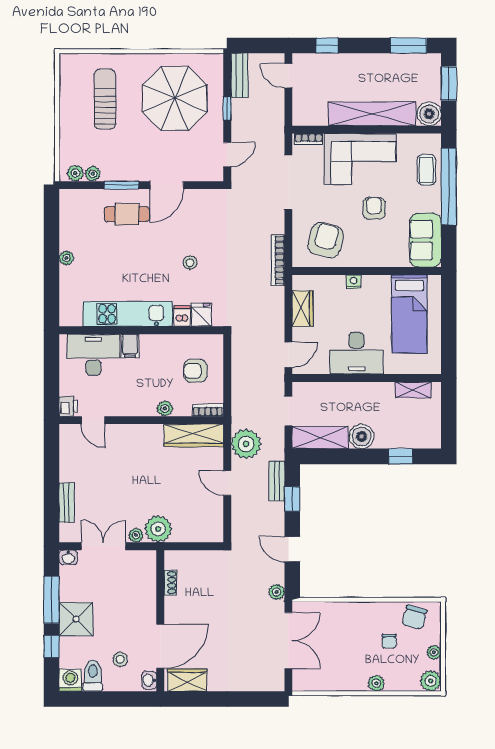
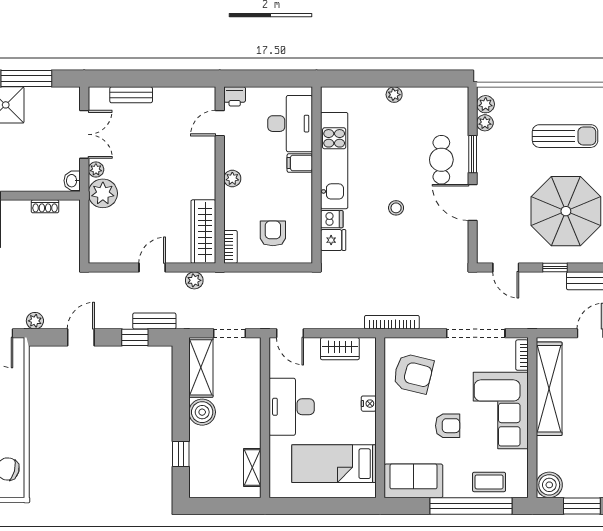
shelving: (372, 114) -> (549, 389), moved
stool: (190, 263) -> (396, 208), moved
plant: (165, 408) -> (232, 179), moved
plant: (246, 444) -> (194, 280), width x0.53, depth x0.53
washbasin: (68, 557) -> (72, 181), moved

